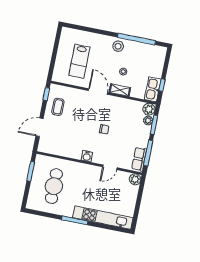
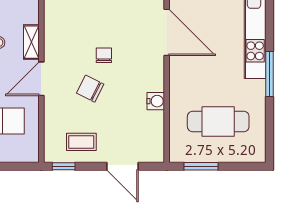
chair: (87, 118) -> (90, 89), added
water cooler: (87, 156) -> (156, 101), moved
door: (110, 167) -> (167, 32), width x1.88

